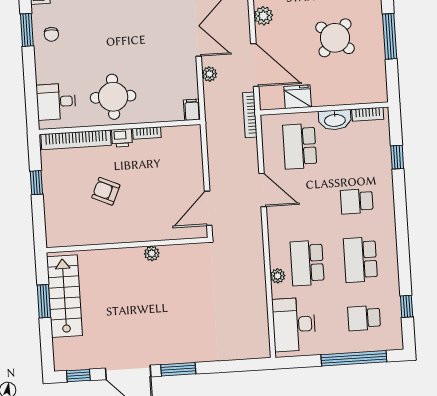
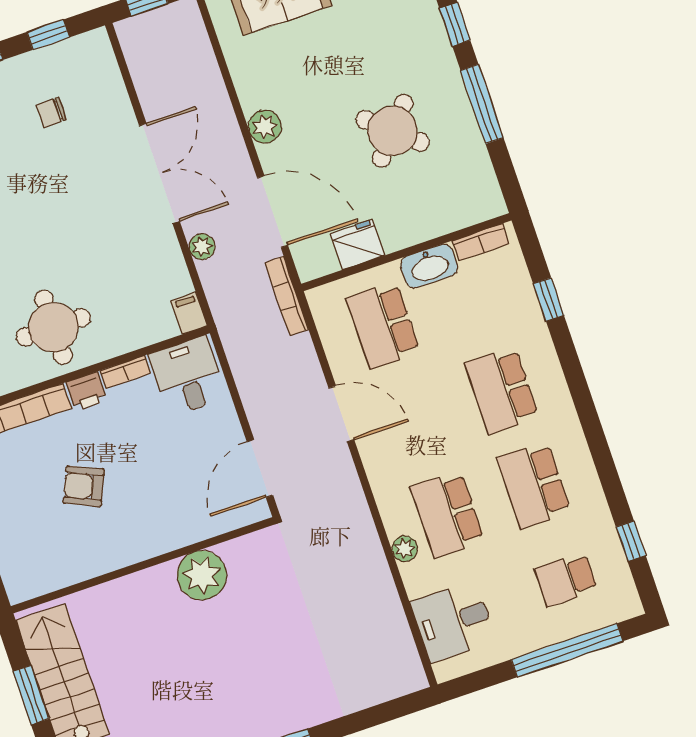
desk: (181, 145) -> (187, 376), added
school desk: (357, 201) -> (502, 390), width x1.85
plant: (152, 253) -> (202, 575), width x1.88, depth x1.88
desk: (294, 324) -> (453, 621), width x0.73

